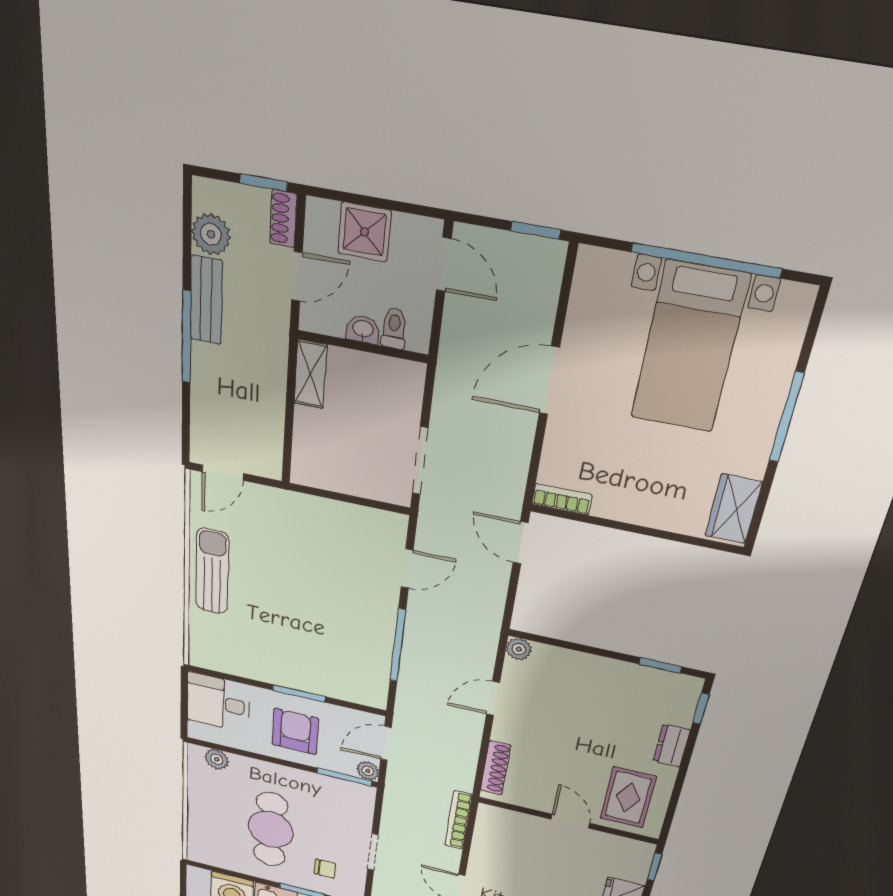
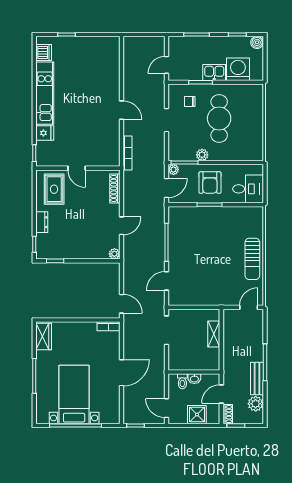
shelving: (310, 374) -> (214, 334), moved
plant: (217, 759) -> (202, 155), moved

